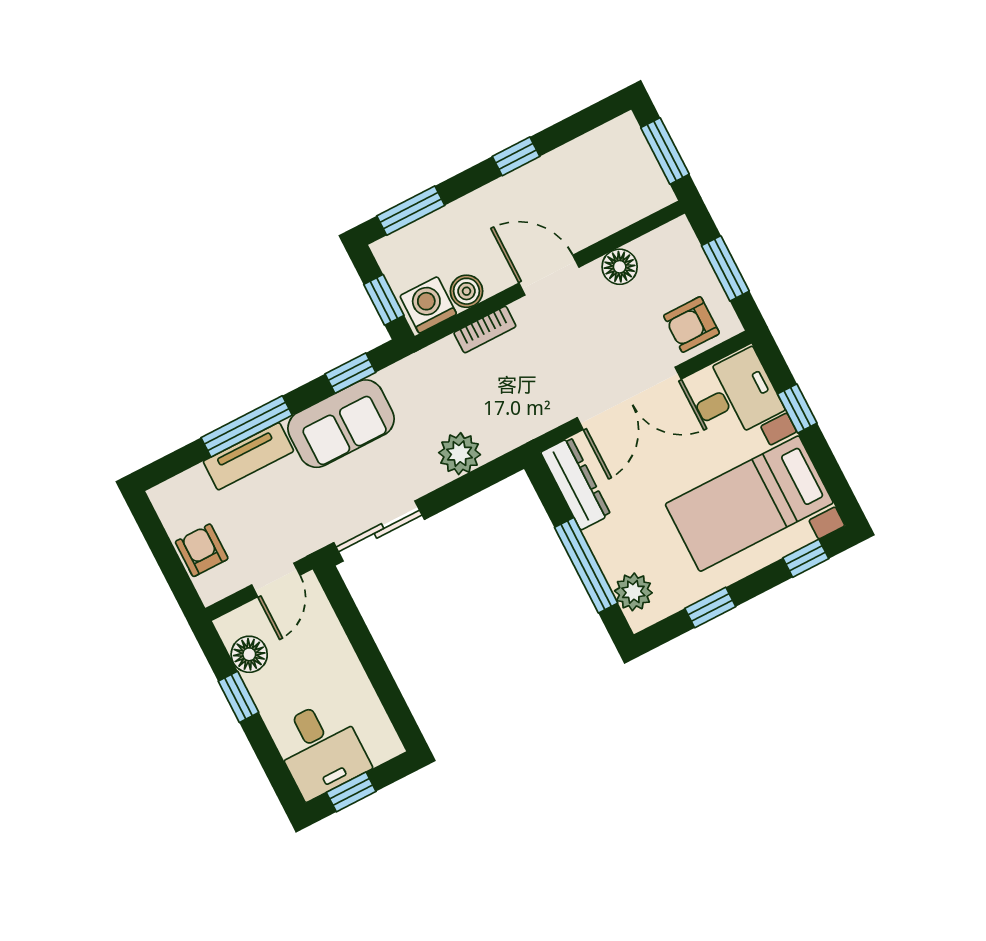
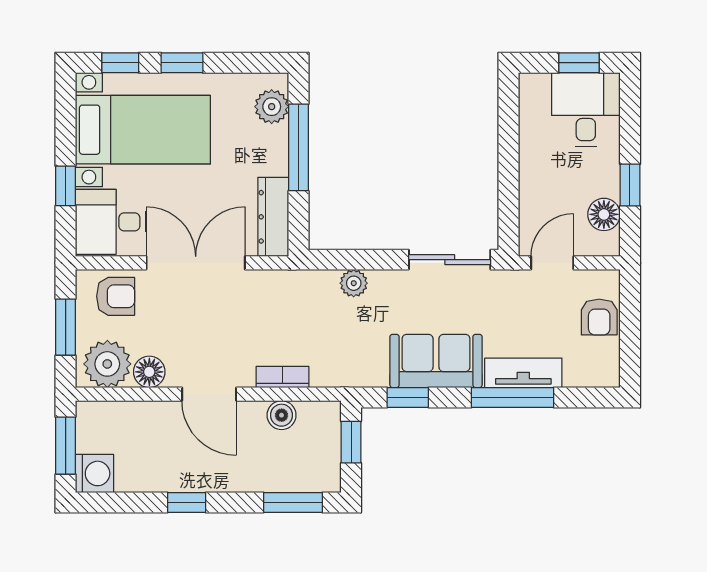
plant: (665, 253) -> (107, 364), added
washing machine: (428, 305) -> (94, 473), moved, turned -90
plant: (460, 454) -> (354, 283), width x0.73, depth x0.73
window: (710, 607) -> (182, 63), moved

